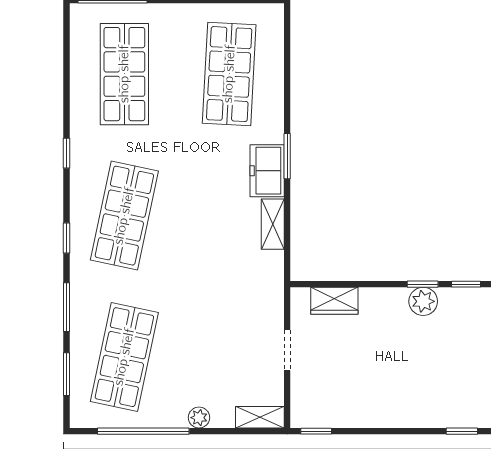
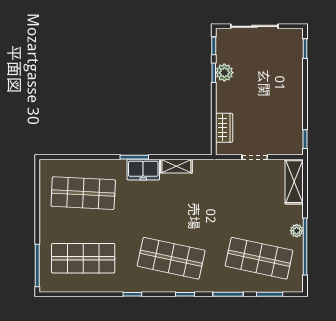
shelving: (260, 417) -> (294, 182), width x1.50, depth x1.33
plant: (199, 418) -> (297, 231), moved

